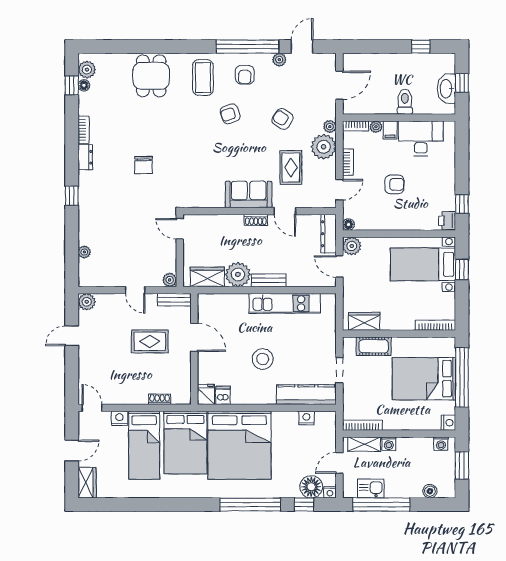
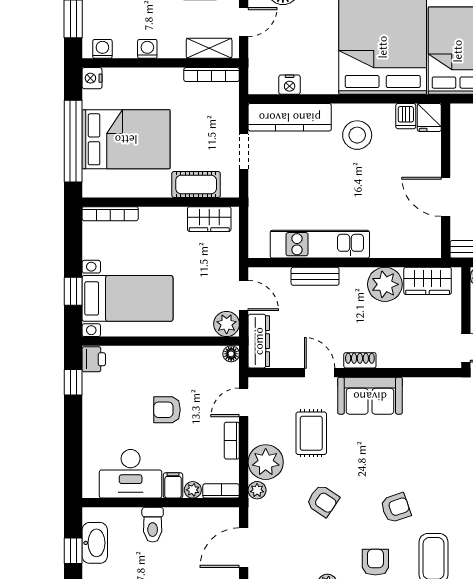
bench: (269, 280) -> (315, 276), moved
stool: (263, 359) -> (357, 135), moved
washing machine: (389, 444) -> (147, 49), moved

